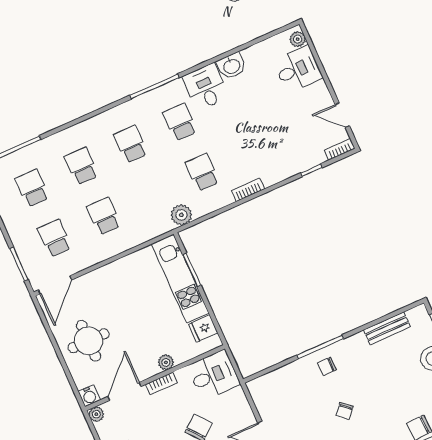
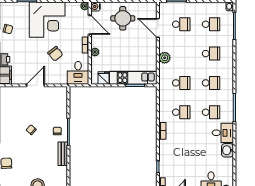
plant: (181, 215) -> (165, 58), moved
school desk: (104, 216) -> (181, 83), moved
door: (55, 285) -> (158, 28), moved
bench: (387, 328) -> (63, 154), moved

